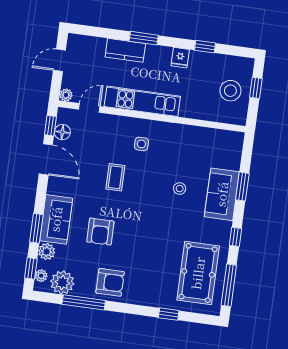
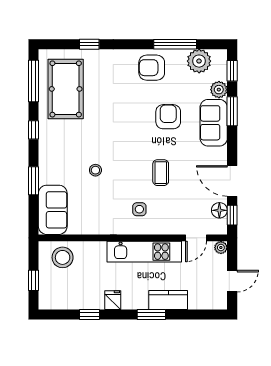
stool: (230, 91) -> (63, 257), moved
sofa: (222, 194) -> (53, 210), moved
plant: (41, 276) -> (221, 65), removed

